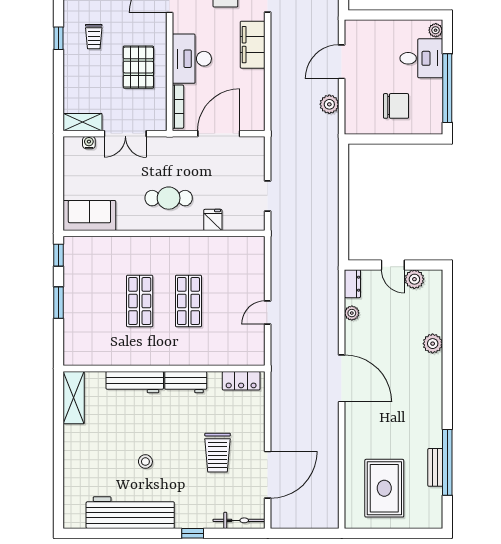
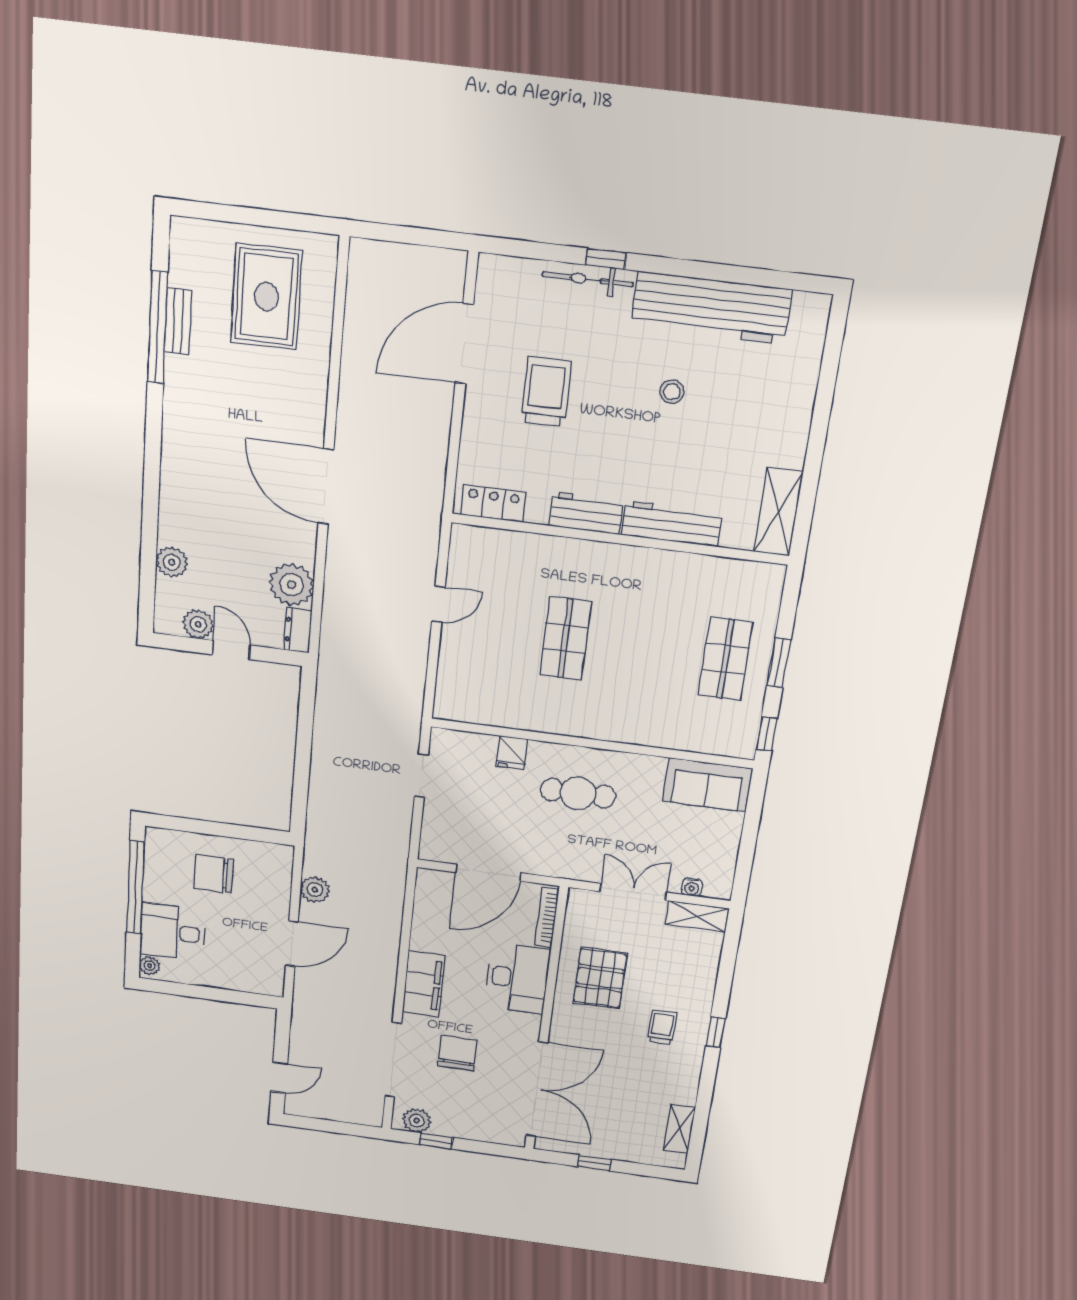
shop shelf: (140, 301) -> (725, 659), moved
plant: (352, 313) -> (291, 585), width x1.88, depth x1.88
plant: (433, 344) -> (172, 562), moved
bicycle: (239, 520) -> (588, 279), moved

